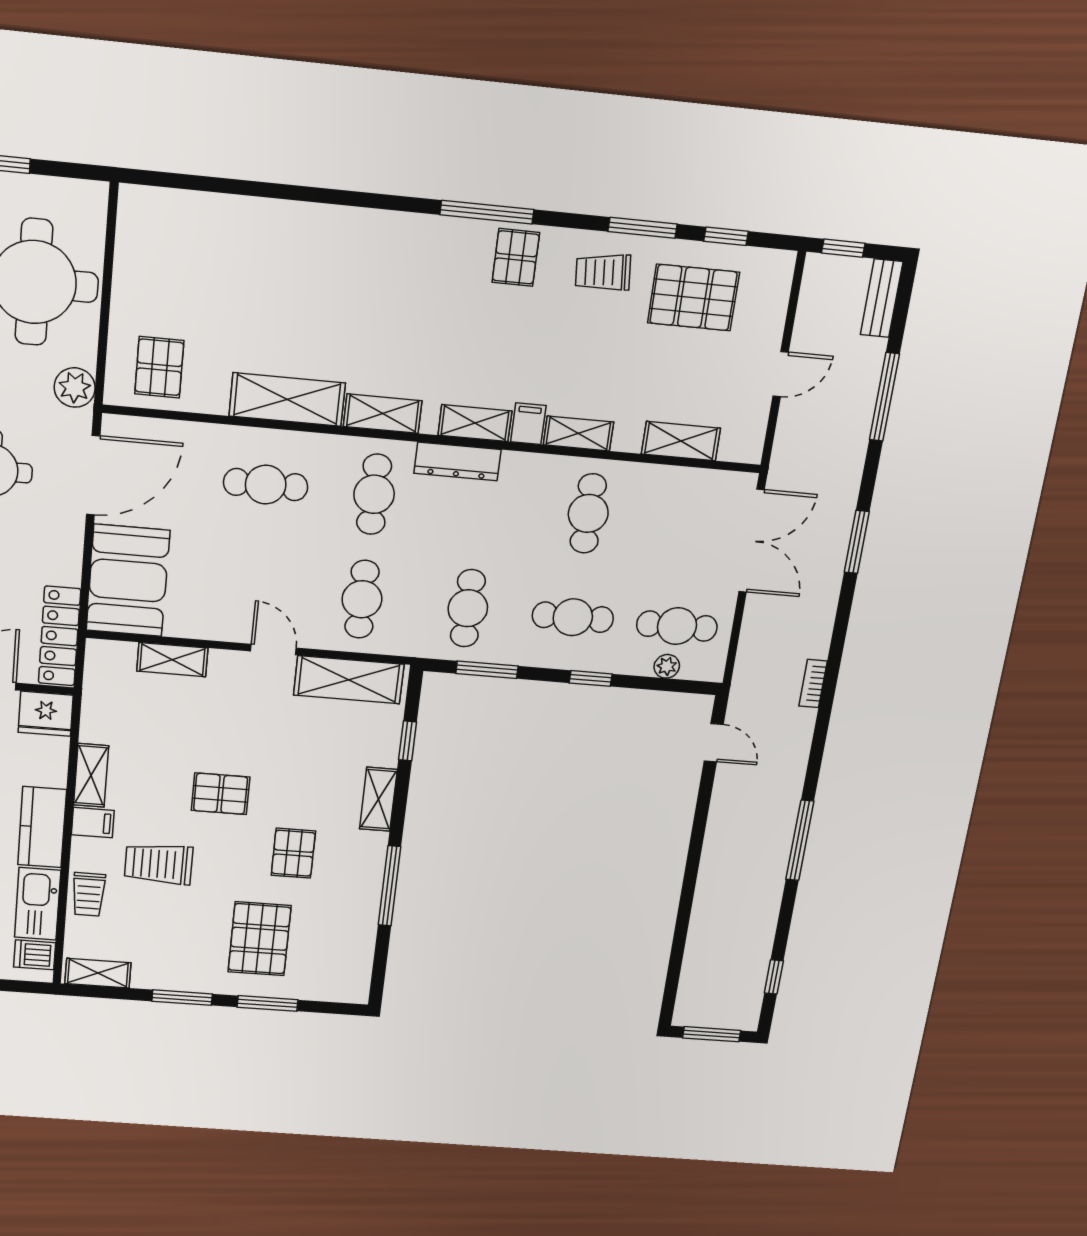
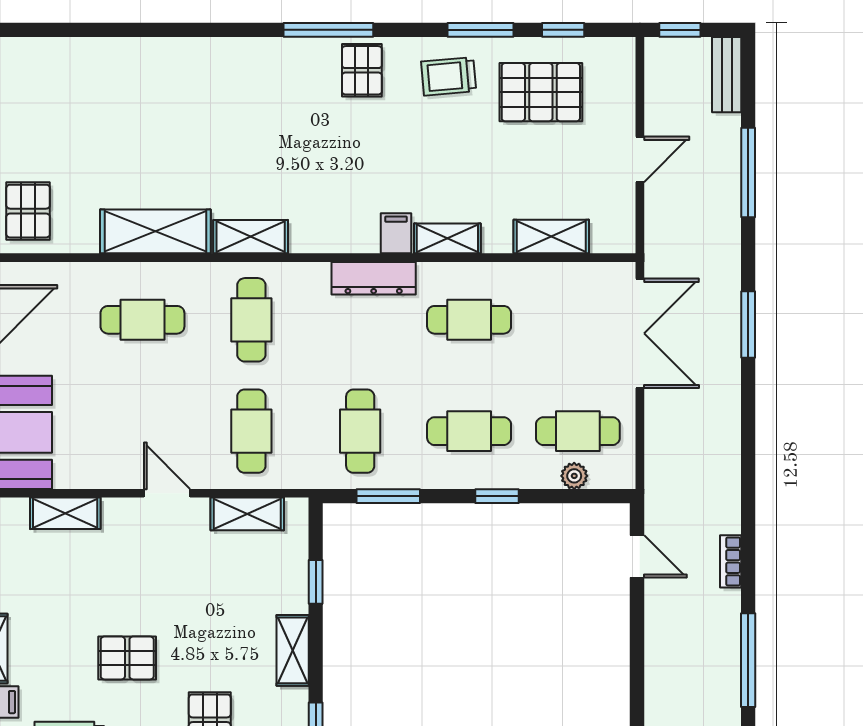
shelving: (475, 423) -> (343, 238), removed
dresser: (457, 461) -> (374, 278), moved
cafe table: (588, 513) -> (469, 320), turned 90
shelving: (349, 680) -> (247, 514), width x0.67, depth x0.75
bookcase: (813, 684) -> (731, 561), moved

